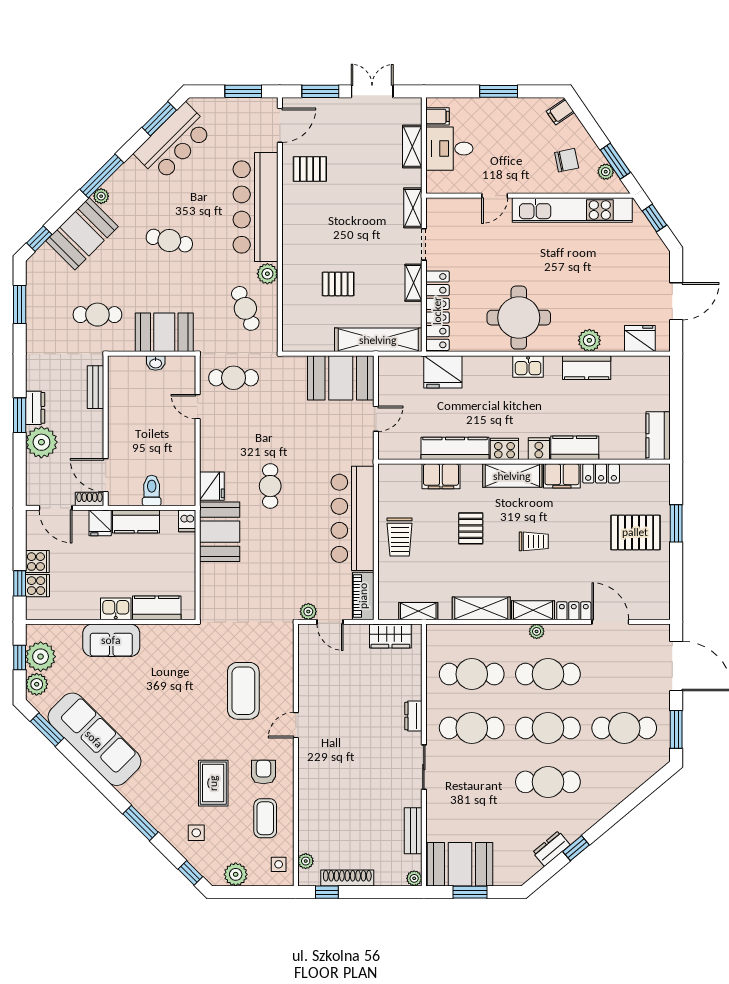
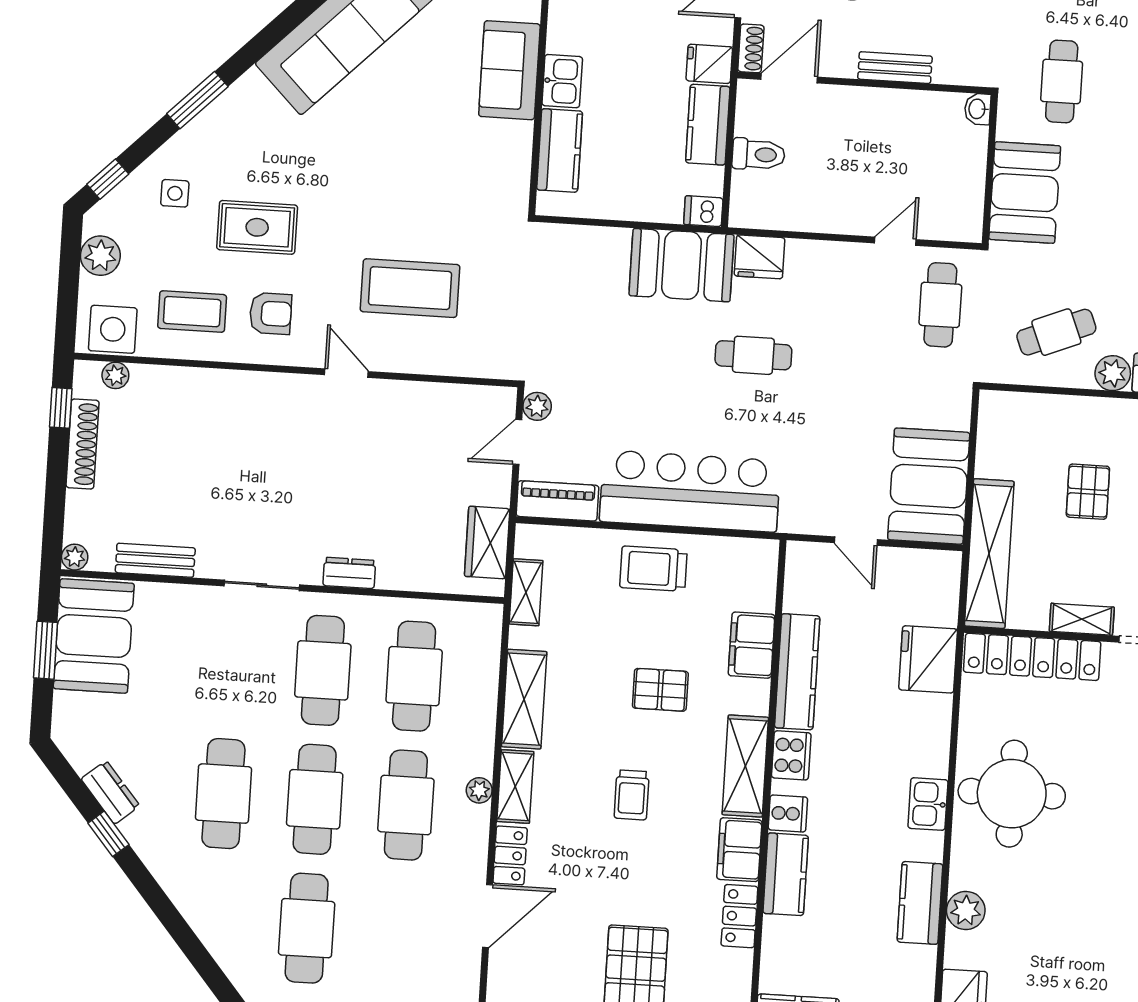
washbasin: (156, 363) -> (978, 109), moved
bench: (95, 387) -> (895, 68), moved
side table: (279, 864) -> (113, 329), width x1.87, depth x1.87

